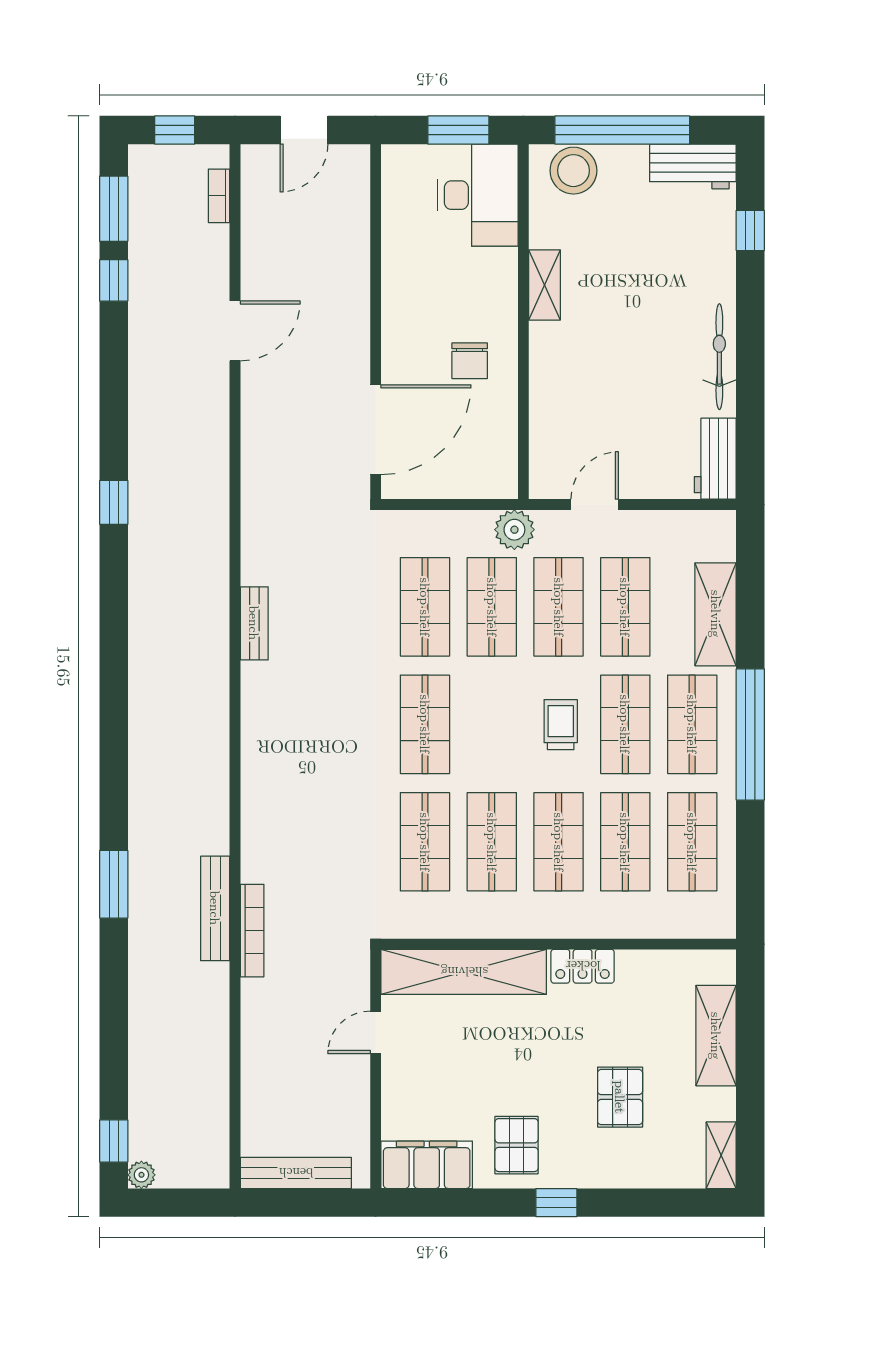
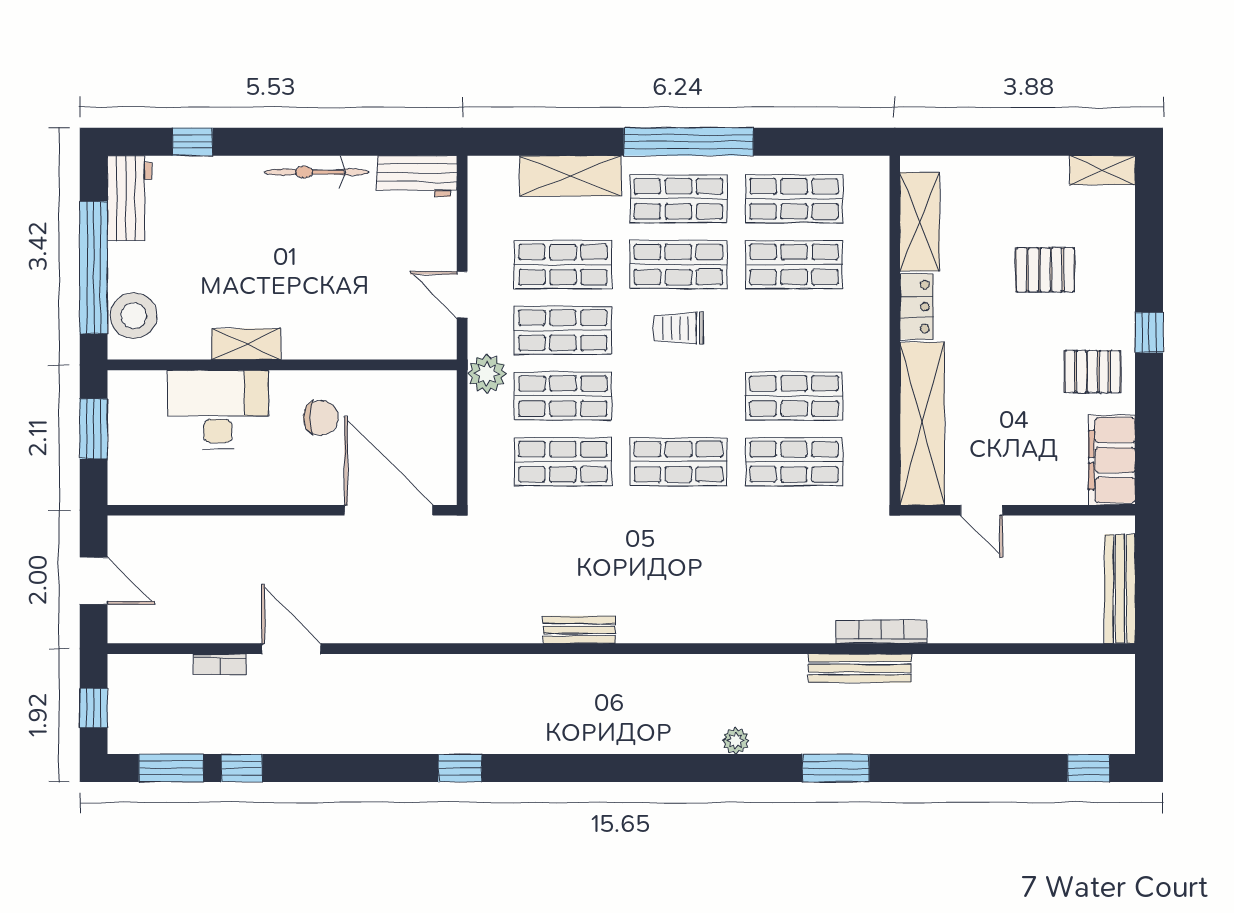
desk: (478, 195) -> (218, 410), moved
bookcase: (219, 196) -> (220, 664), moved
shop shelf: (559, 842) -> (794, 330), removed
shelving: (716, 1036) -> (920, 222), moved, turned 90
plant: (141, 1175) -> (736, 741), moved

